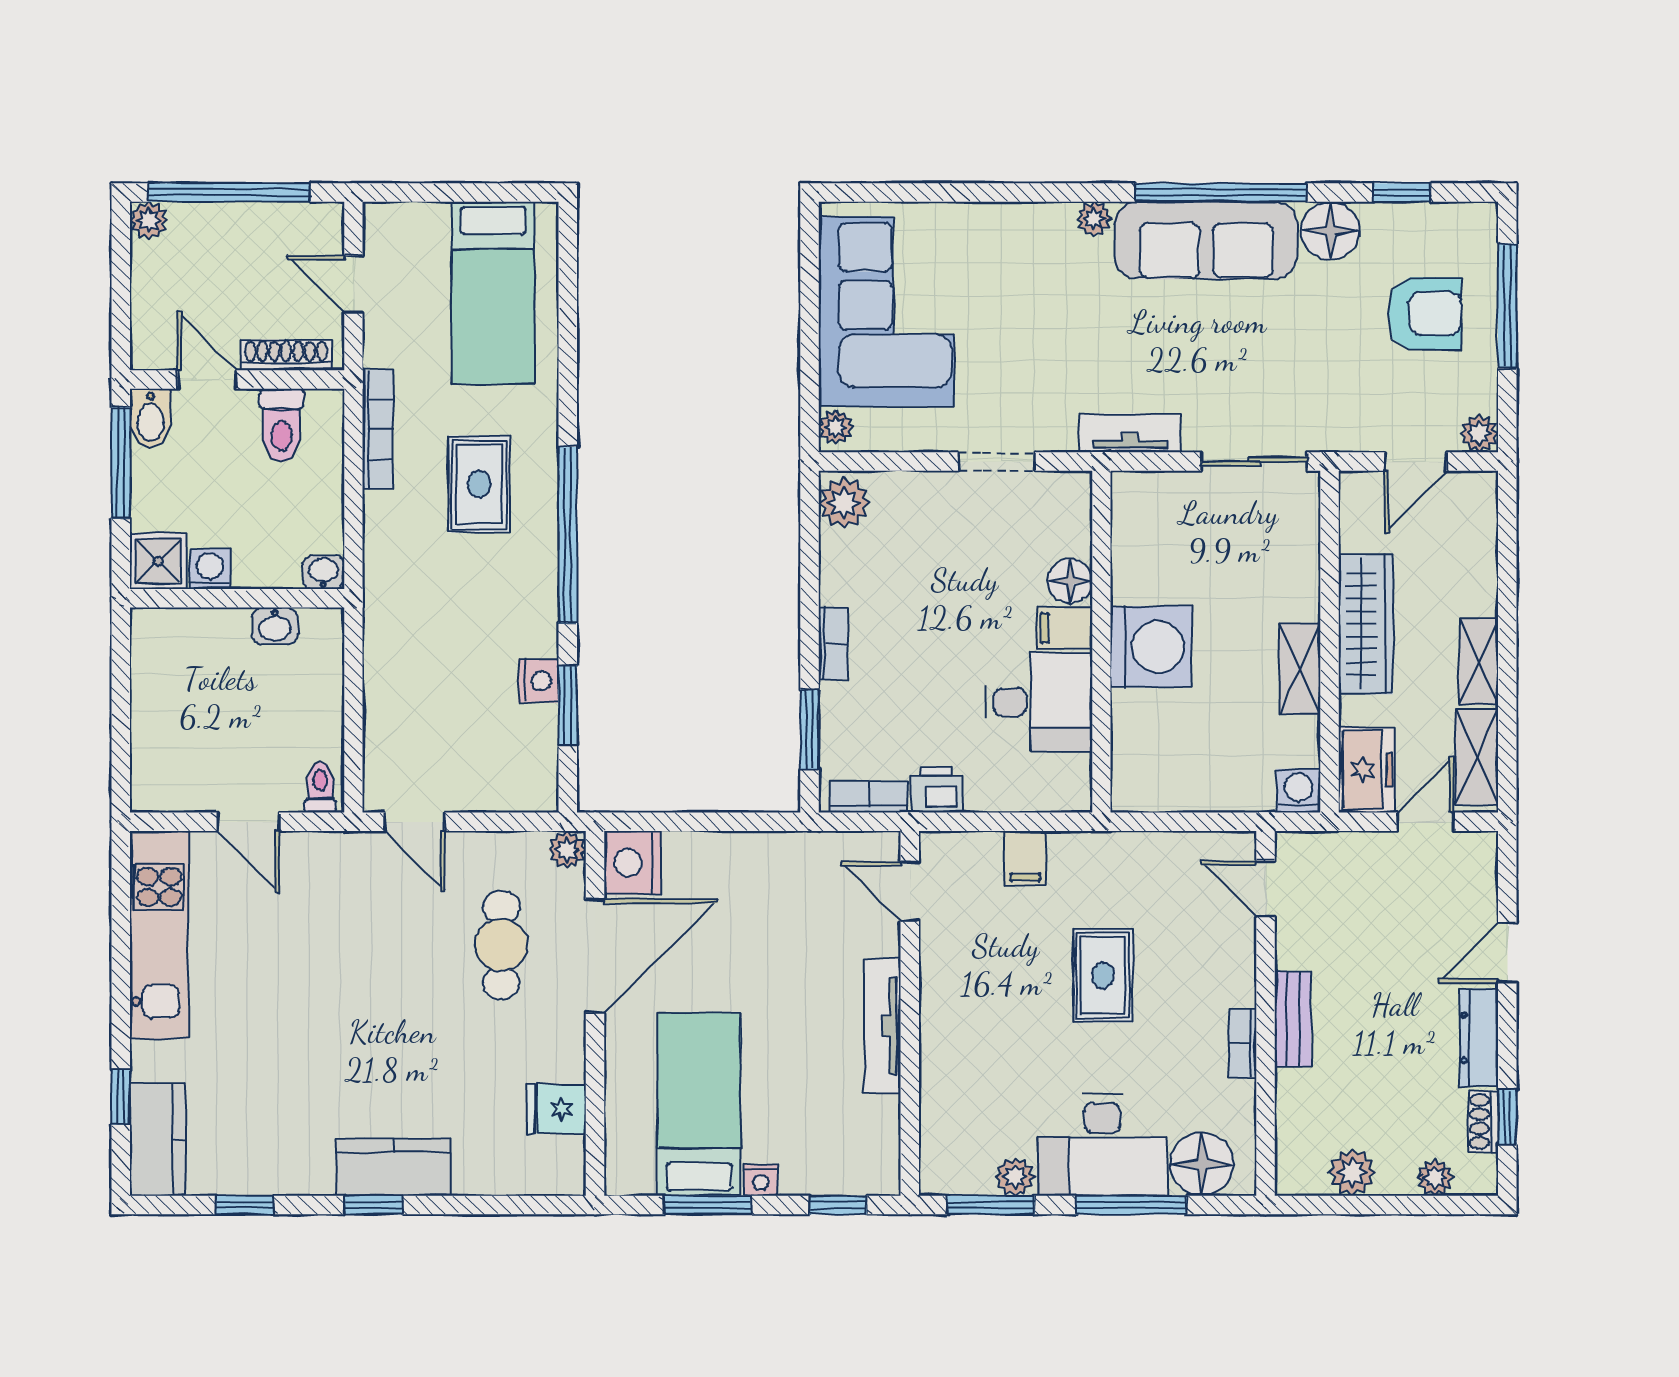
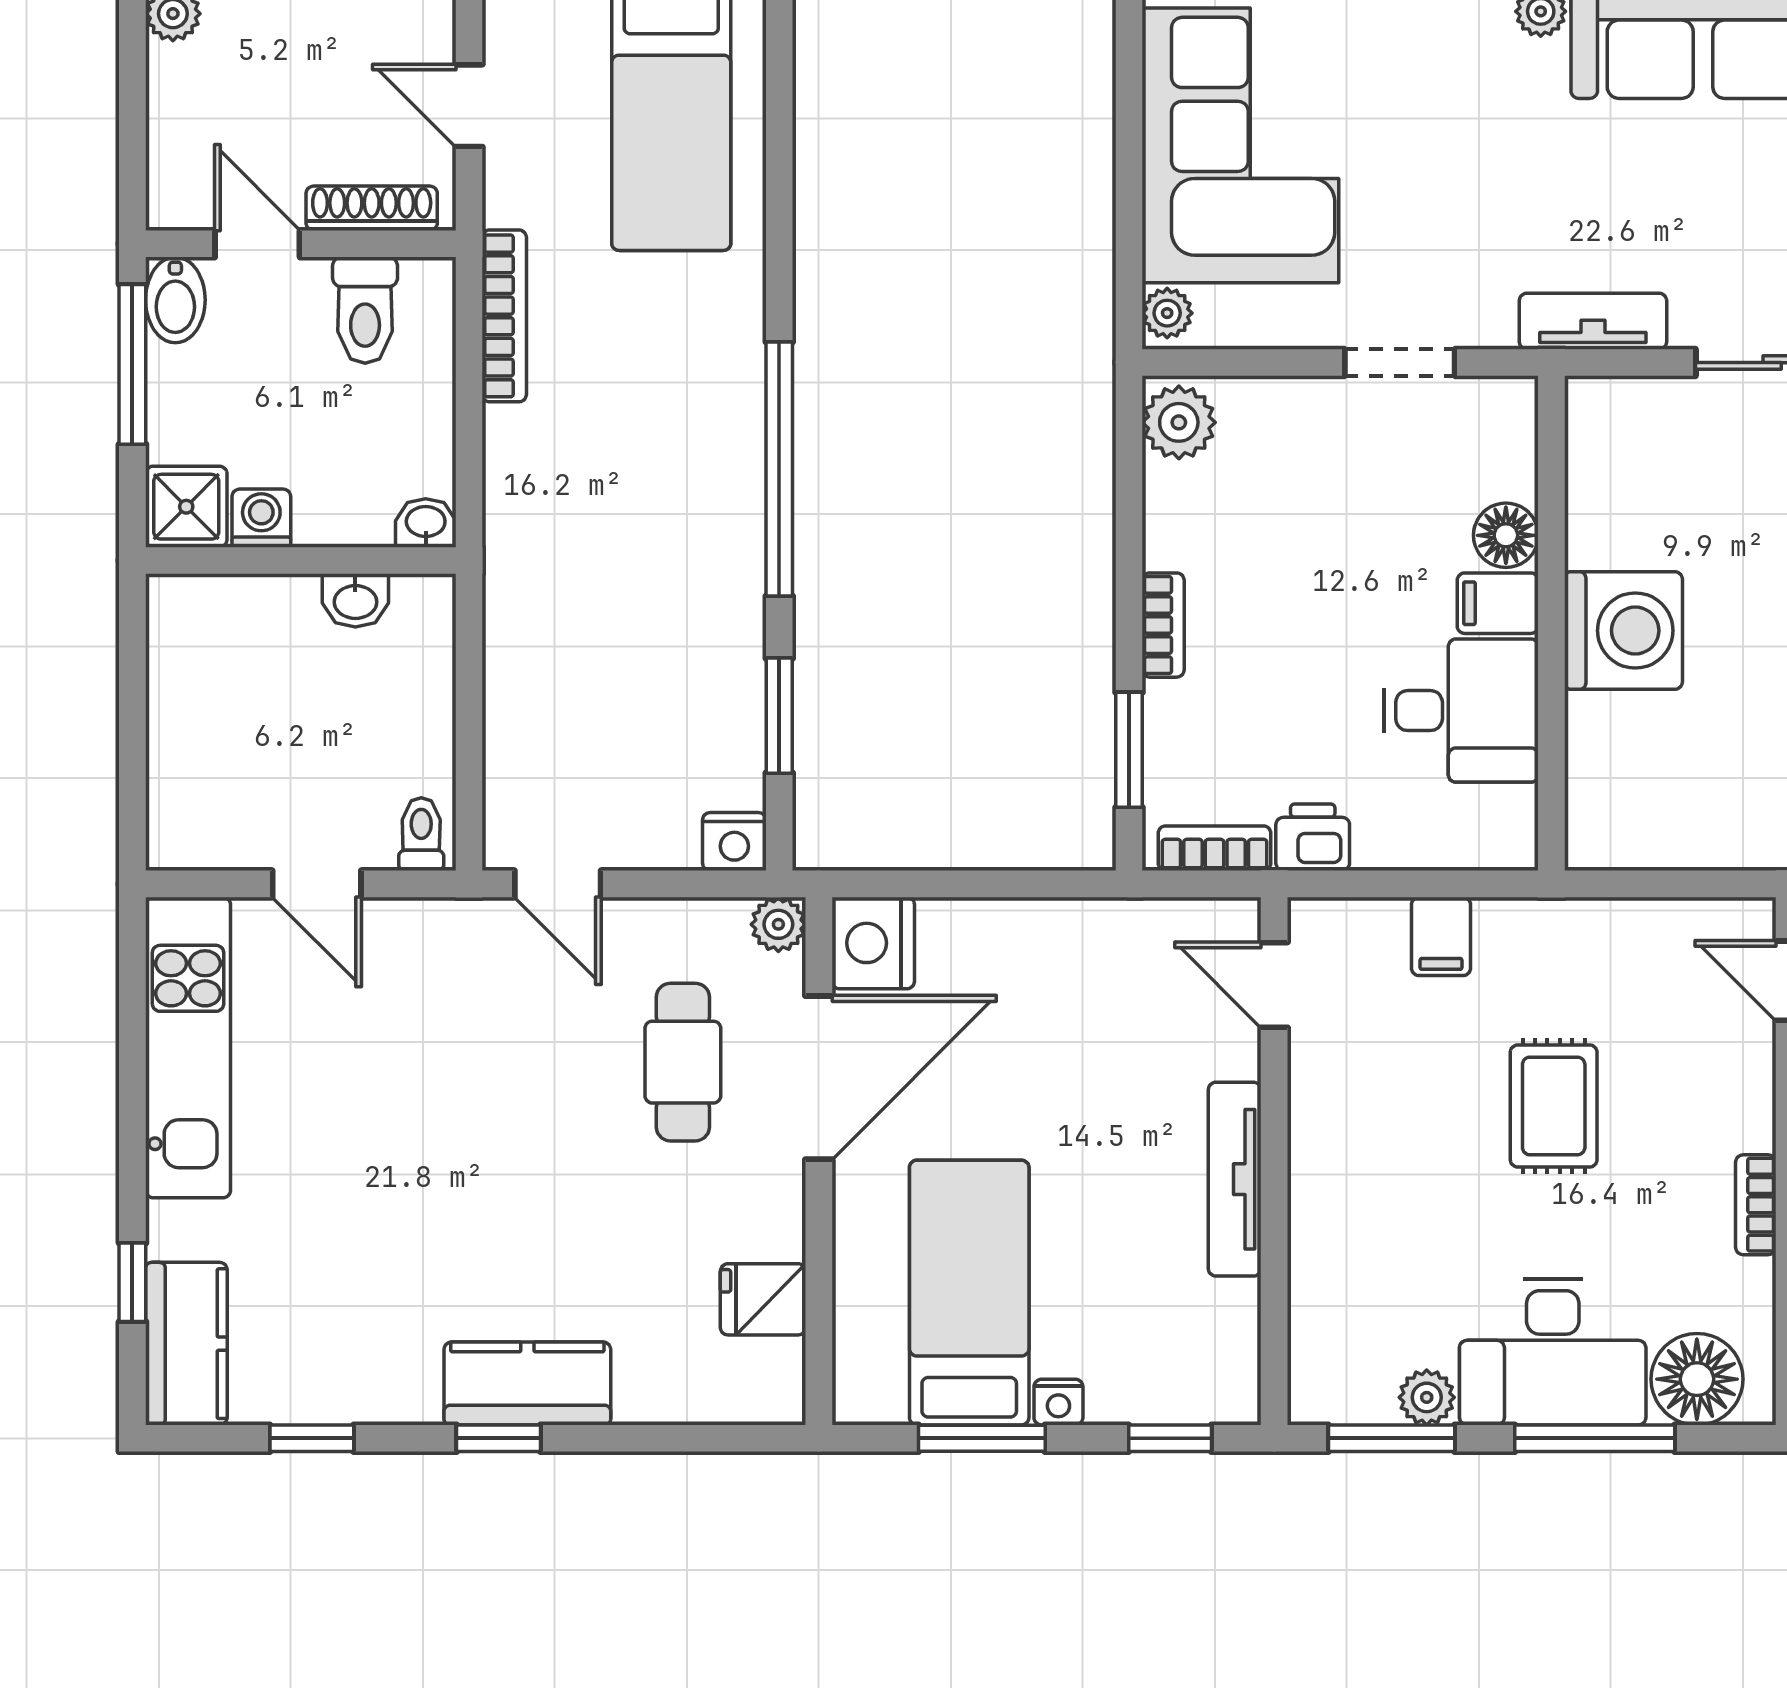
rug: (479, 484) -> (651, 395), removed
nightstand: (538, 681) -> (734, 842), moved, turned 90

